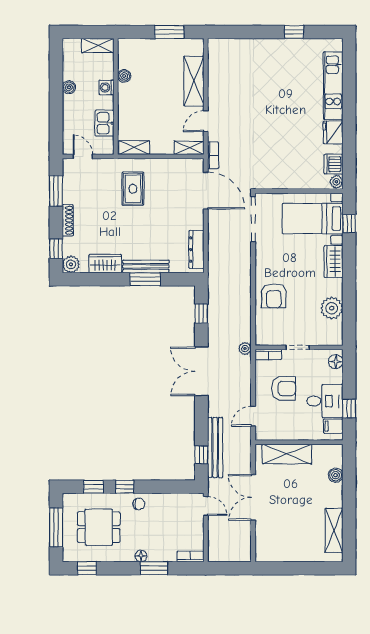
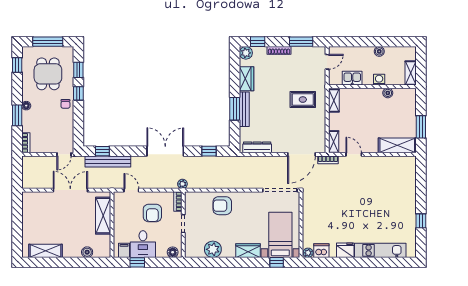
shelving: (194, 81) -> (397, 145), moved

